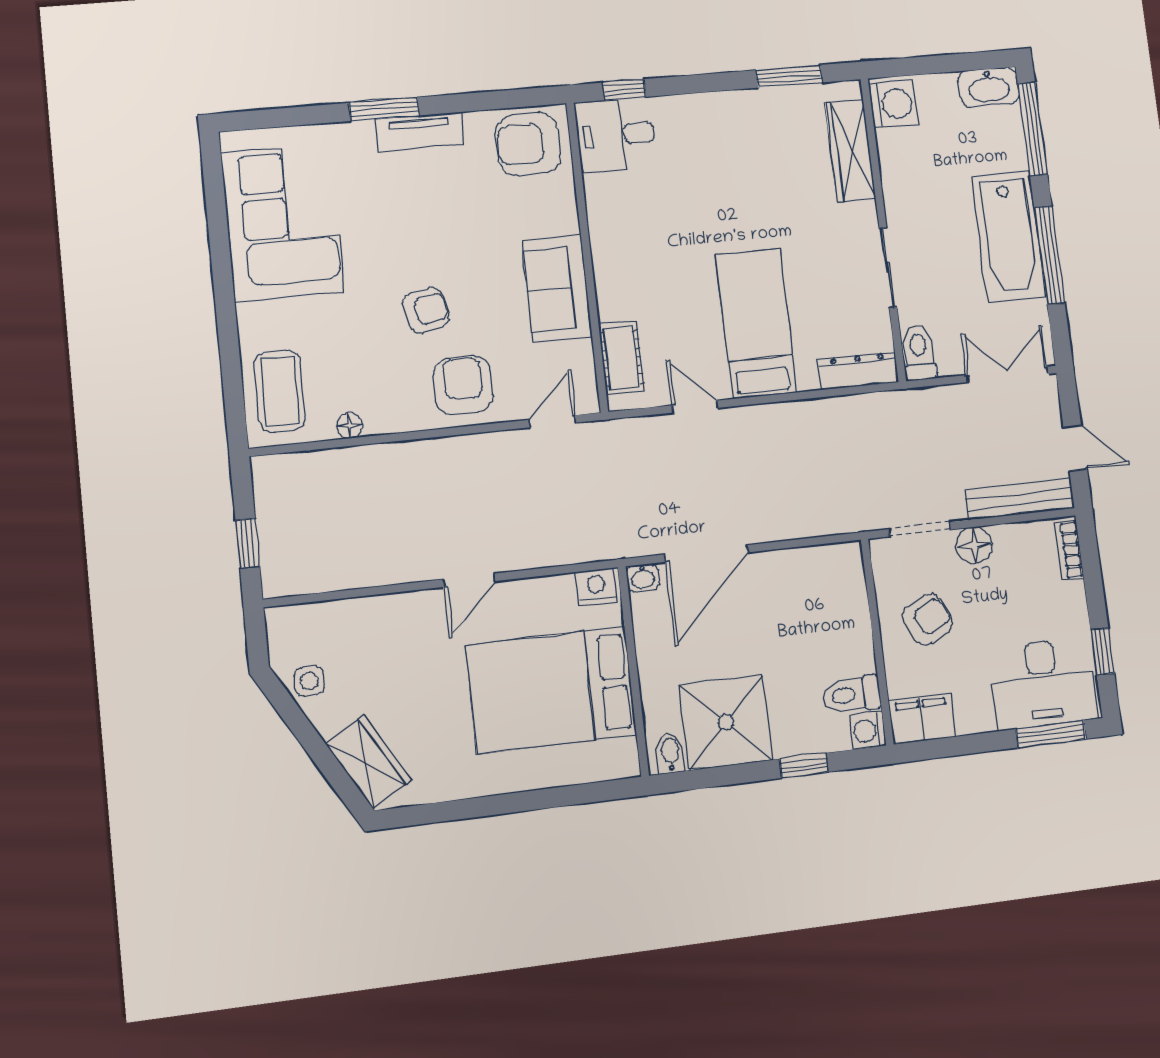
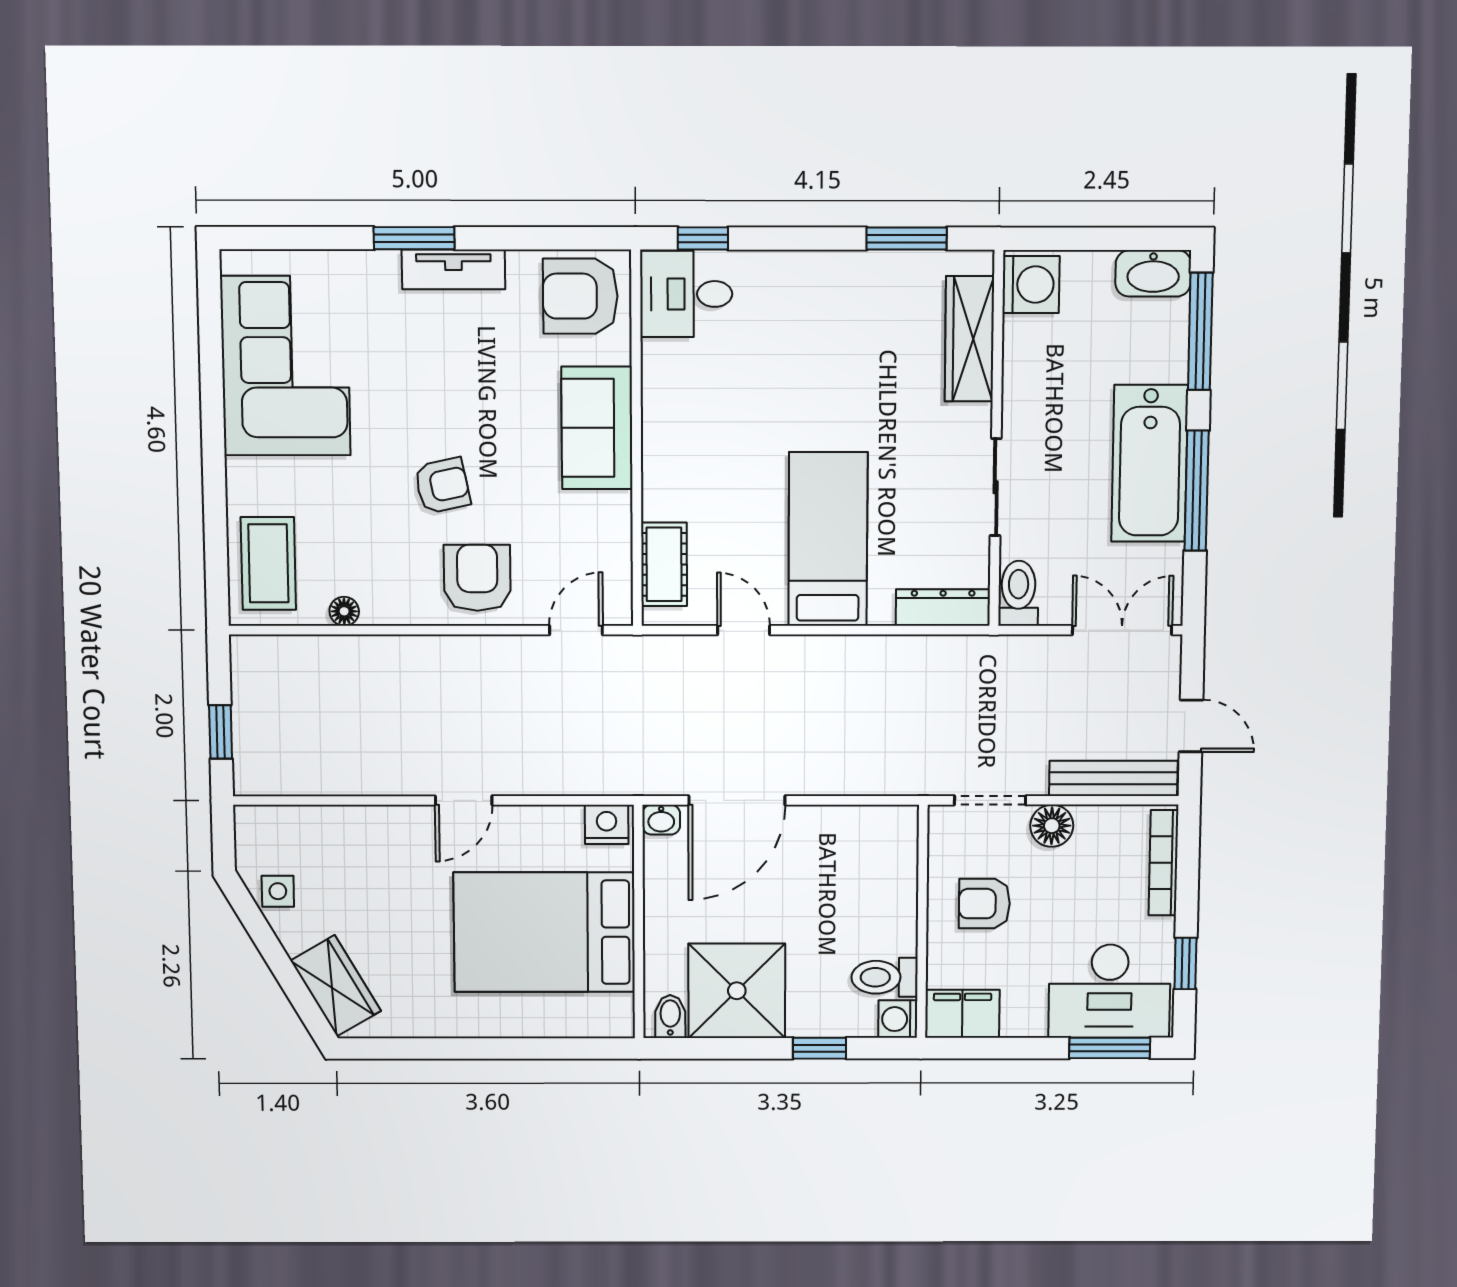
sofa: (557, 289) -> (597, 428), moved
bookcase: (1069, 550) -> (1164, 863), width x1.56
armchair: (927, 619) -> (984, 904), turned -153

